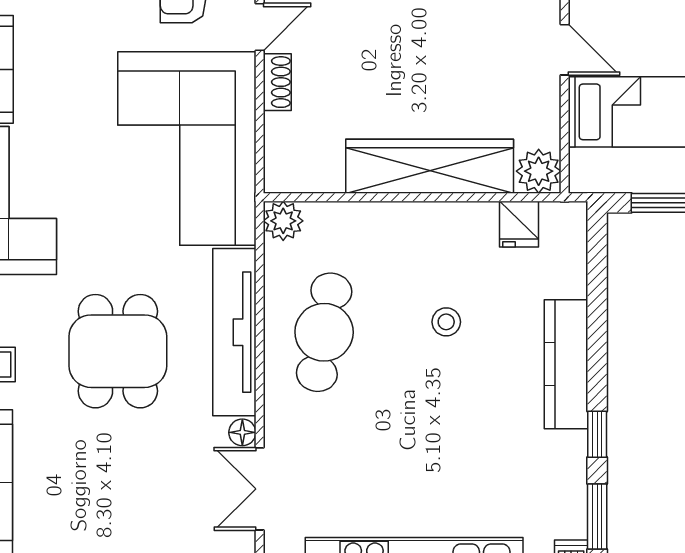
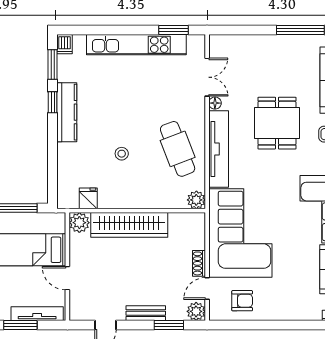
cafe table: (324, 332) -> (178, 149), turned -31
dining table: (118, 351) -> (277, 123), moved
kitchen counter: (566, 364) -> (67, 112), moved

